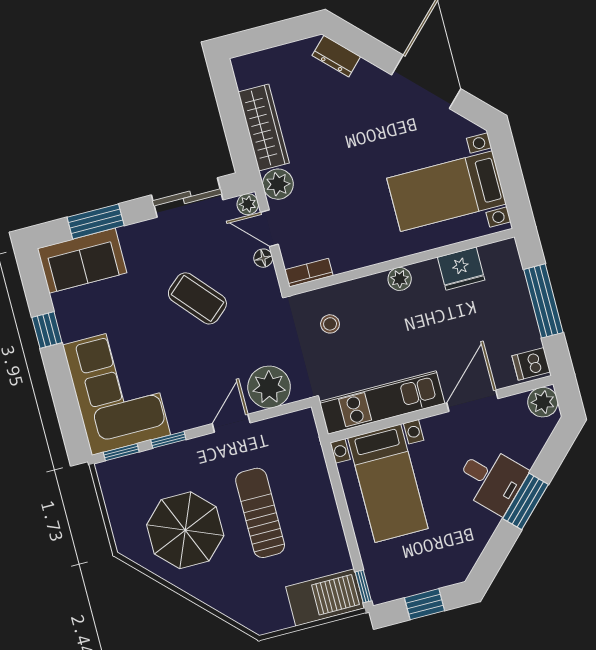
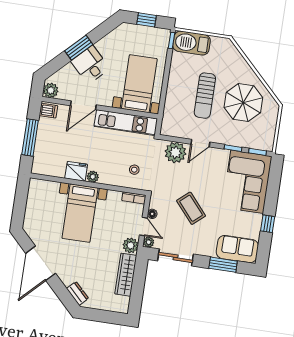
bed with nightstands: (447, 191) -> (80, 213), moved, turned 90
fridge: (461, 269) -> (76, 171), moved

